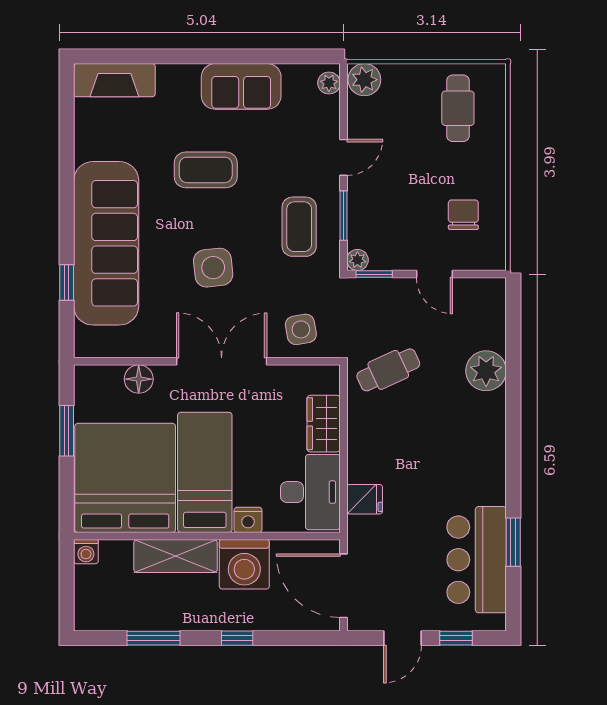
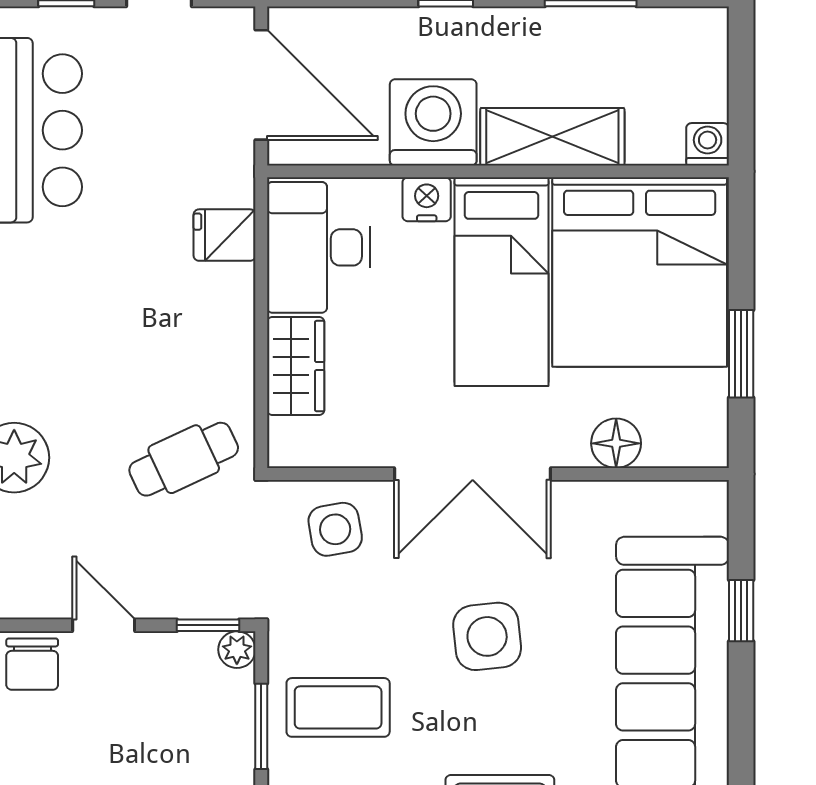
chair: (463, 215) -> (32, 664), moved
coffee table: (299, 227) -> (338, 707), turned 90

